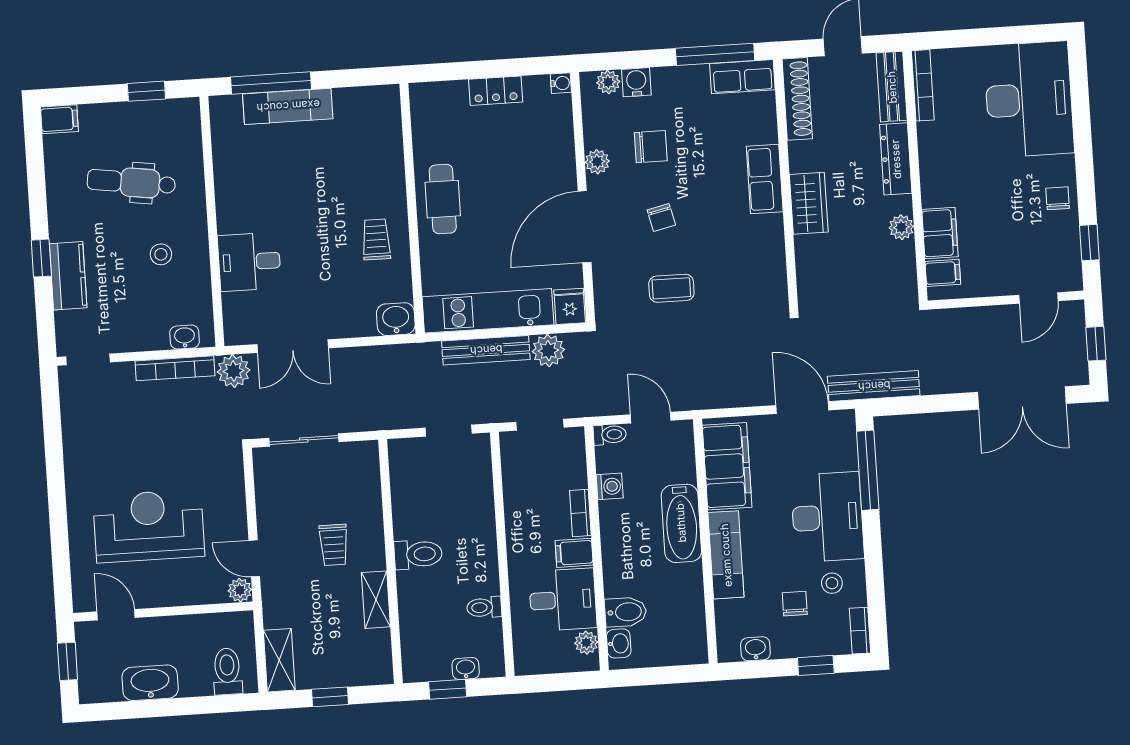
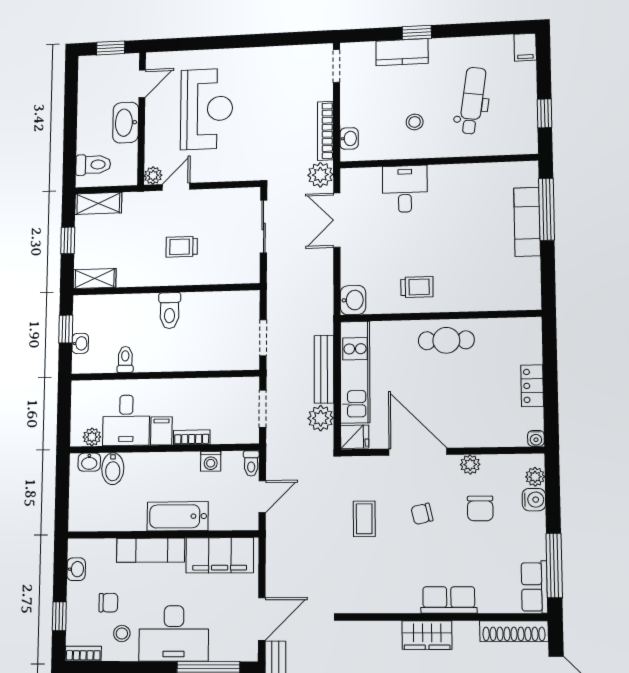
shelving: (376, 600) -> (95, 279), moved
washbasin: (150, 683) -> (126, 123), moved, turned 180

